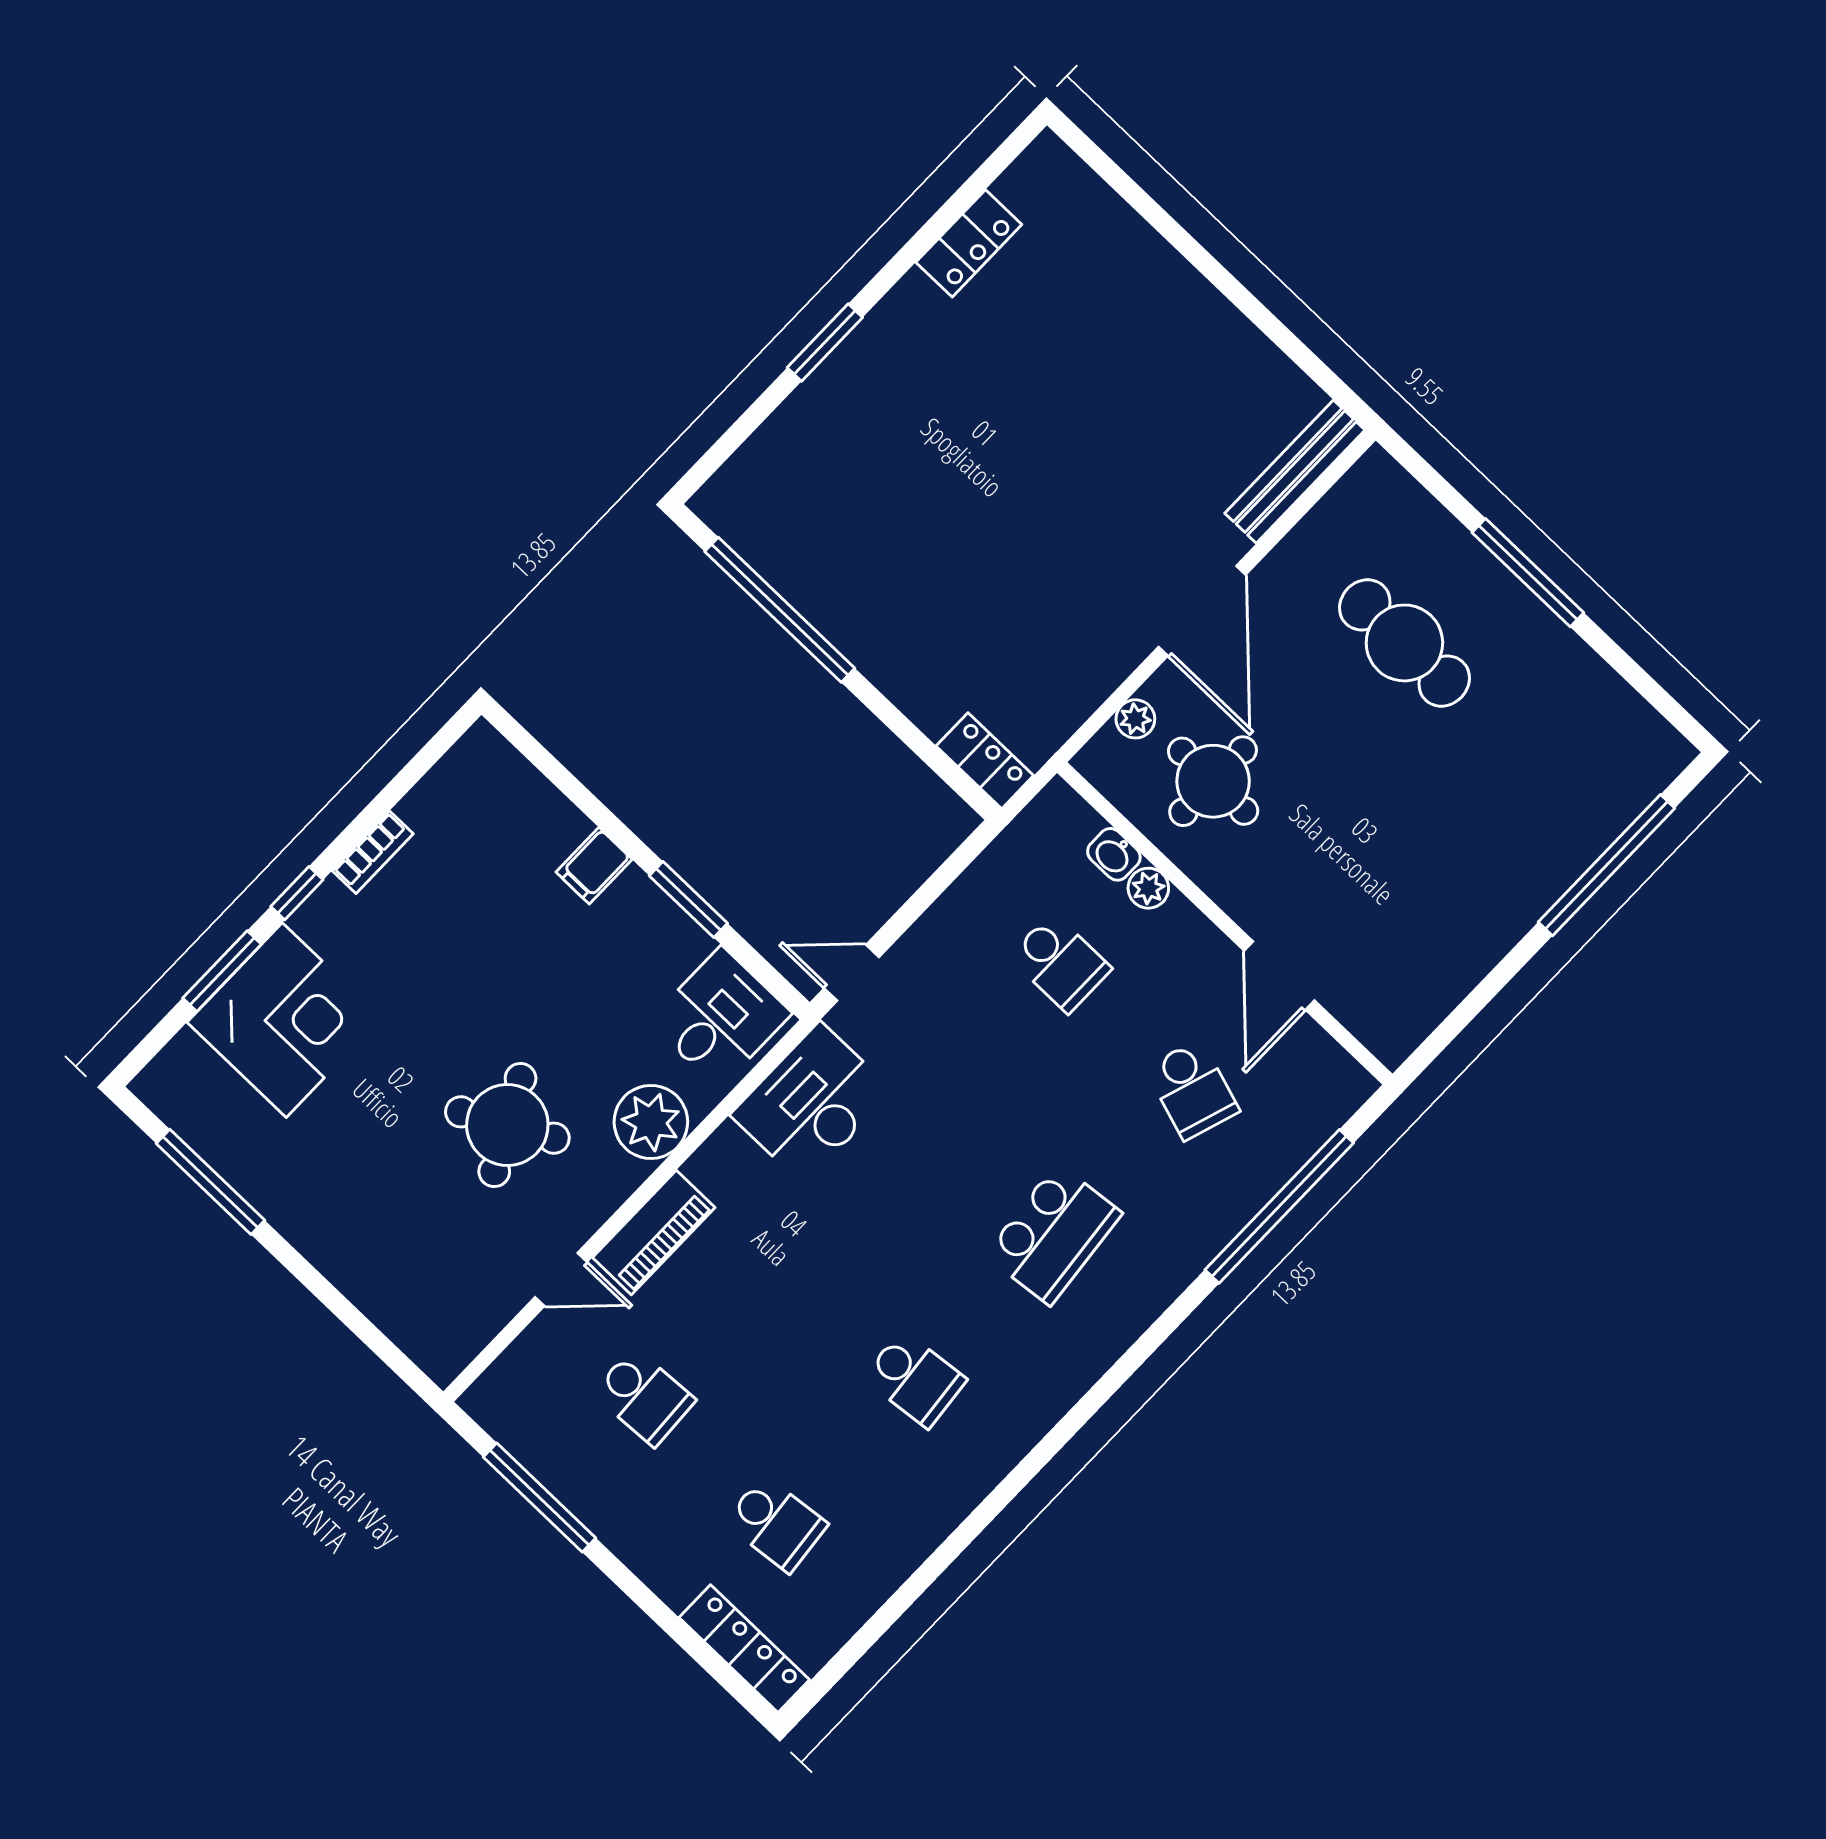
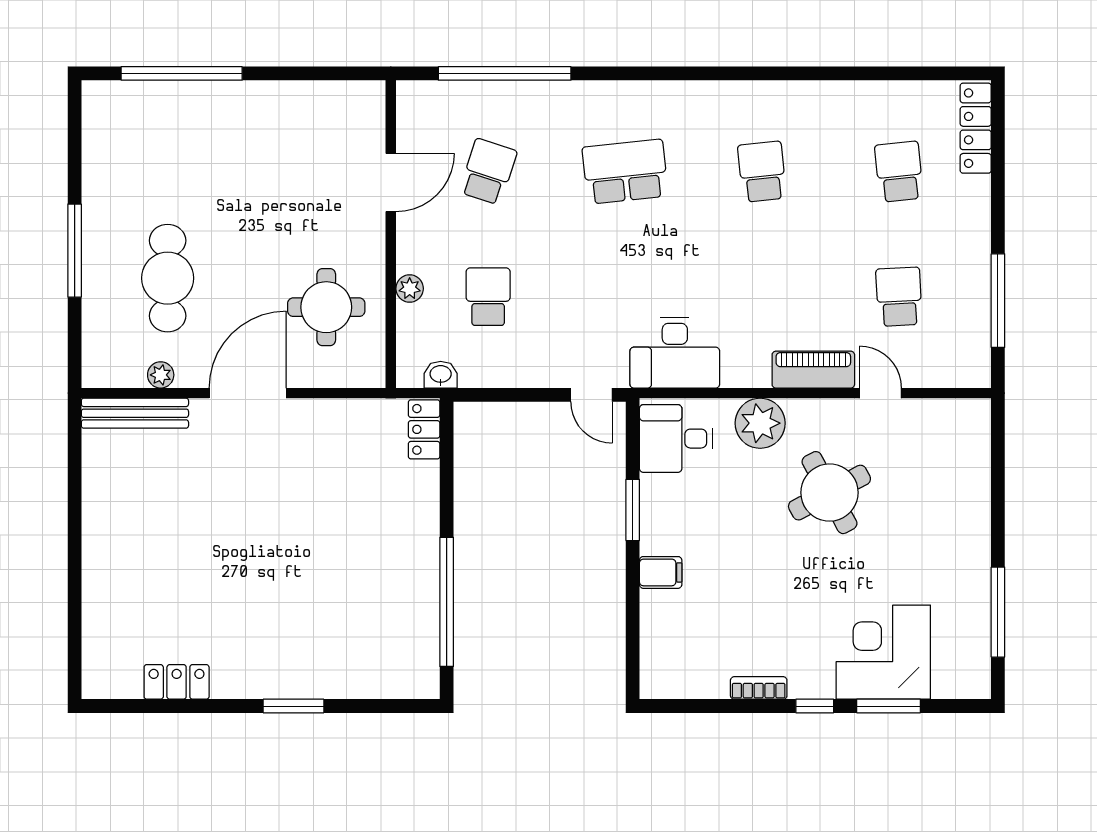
plant: (1135, 719) -> (161, 375), moved
washbasin: (1114, 854) -> (441, 375), moved, turned -90

